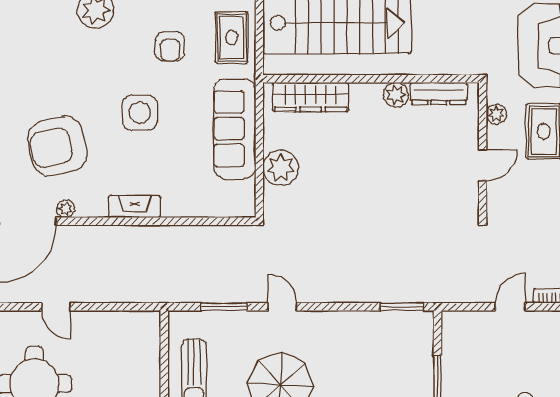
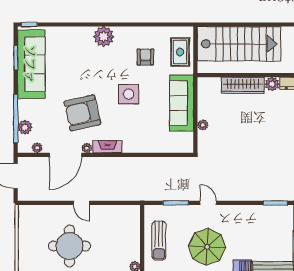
armchair: (170, 46) -> (145, 57), turned 180
wardrobe: (311, 97) -> (243, 85), moved
plant: (281, 168) -> (203, 125), width x0.53, depth x0.53
fireplace: (135, 207) -> (107, 147), moved

